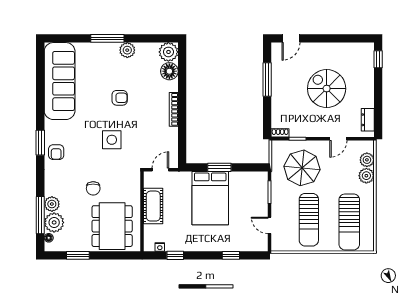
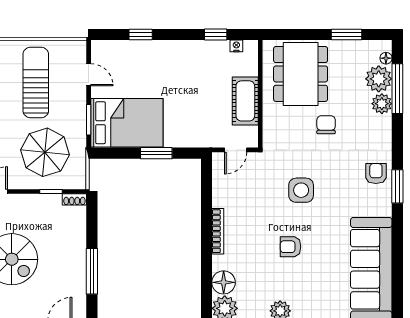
bed: (210, 198) -> (127, 123), moved, turned 90

